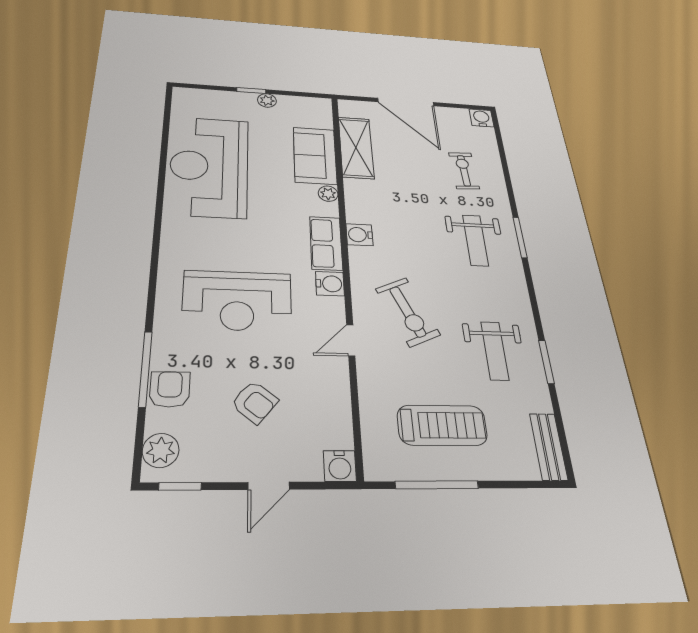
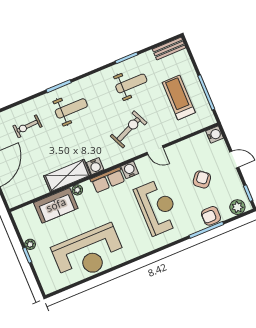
shelving: (356, 147) -> (67, 176), moved

